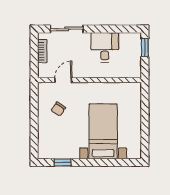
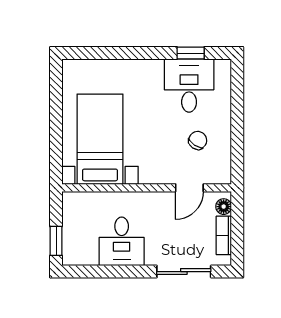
floor lamp: (42, 69) -> (224, 207), added
bed with nightstands: (103, 131) -> (100, 139), moved, turned 180
desk: (64, 143) -> (189, 85), added

